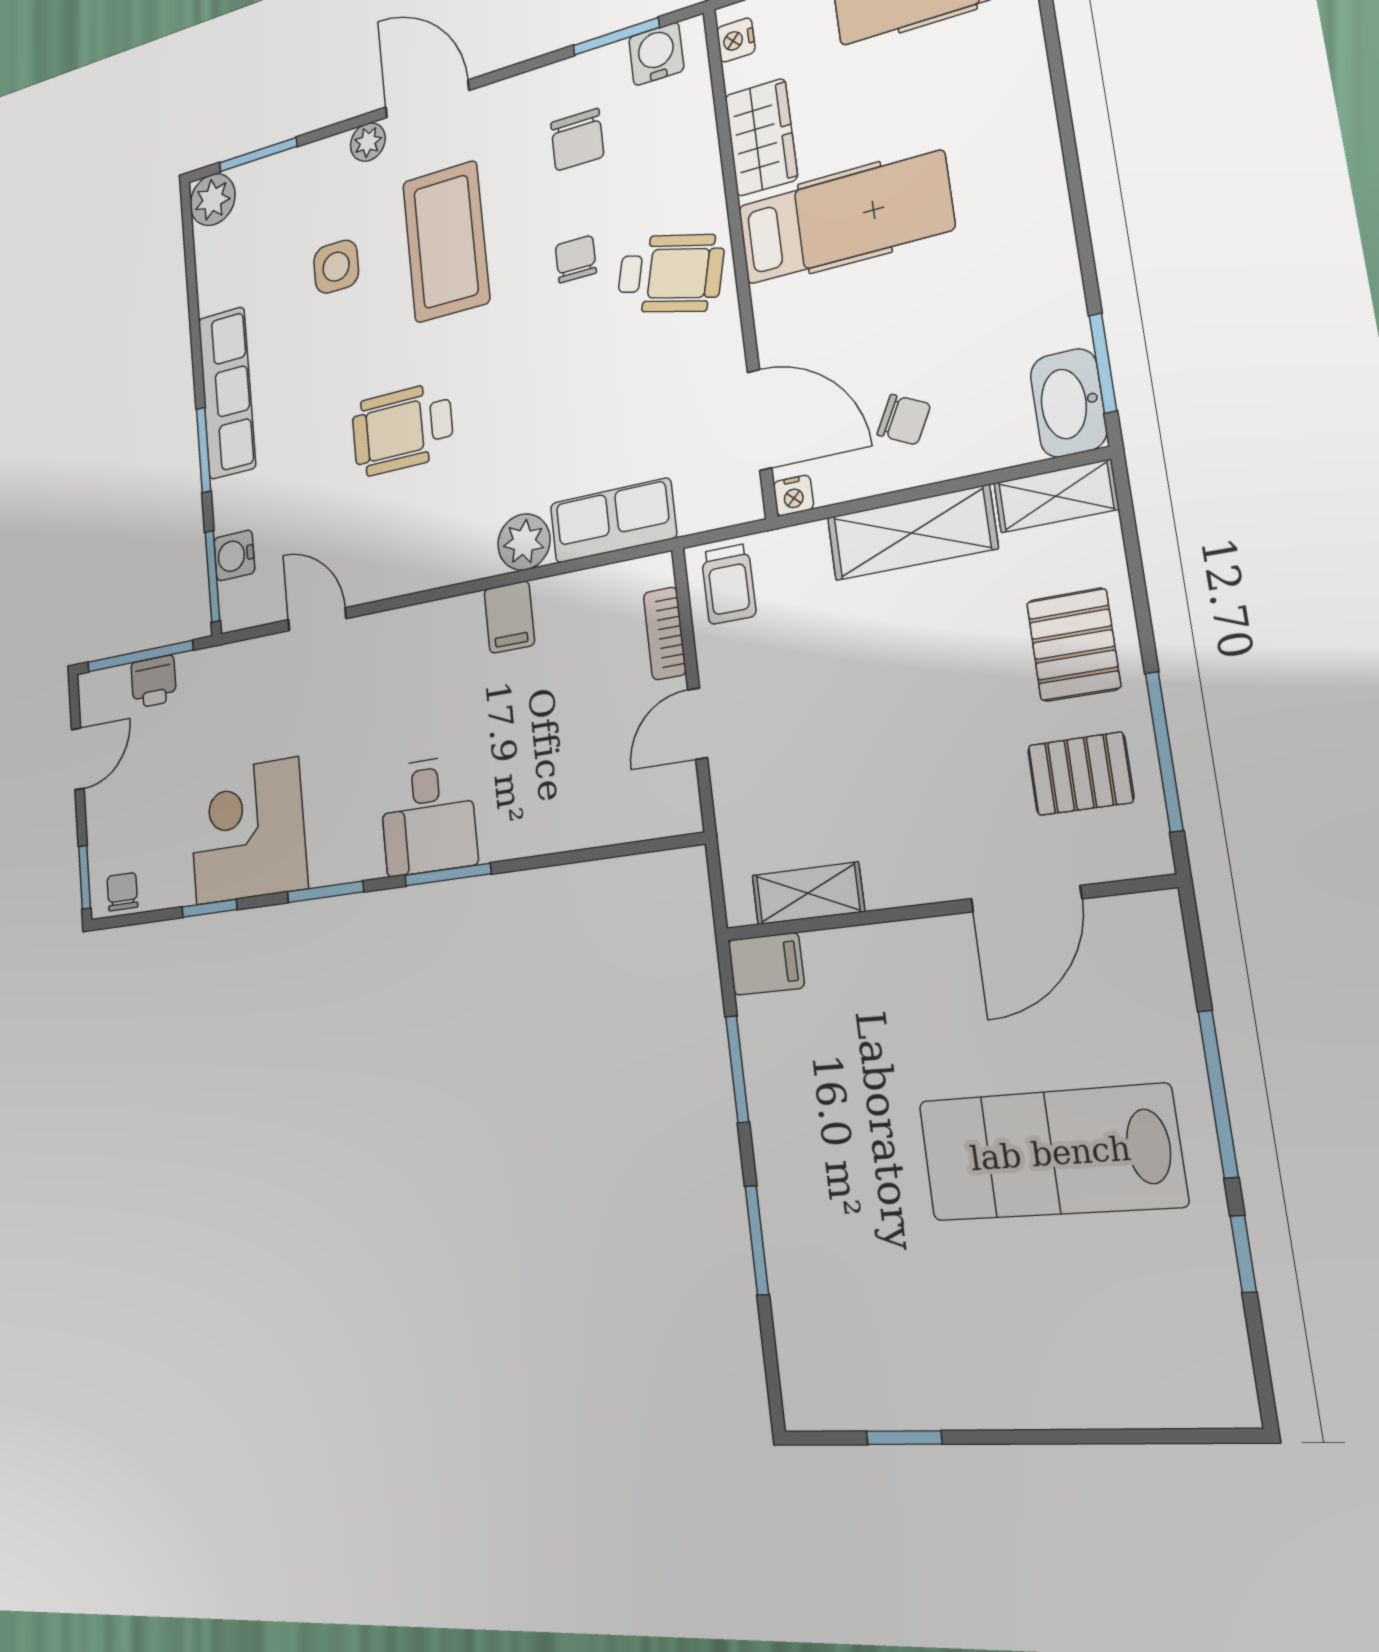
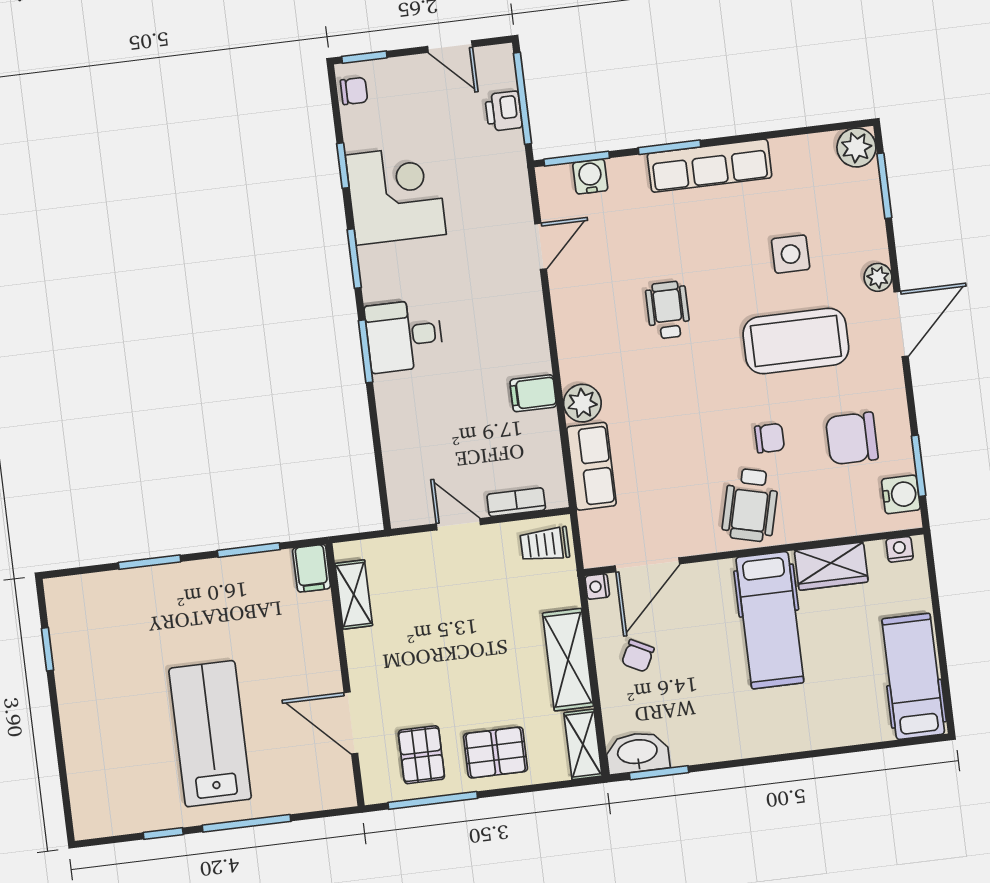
chair: (577, 140) -> (852, 438), width x1.37, depth x1.37
wheelchair: (402, 429) -> (668, 310), width x0.73, depth x0.73

